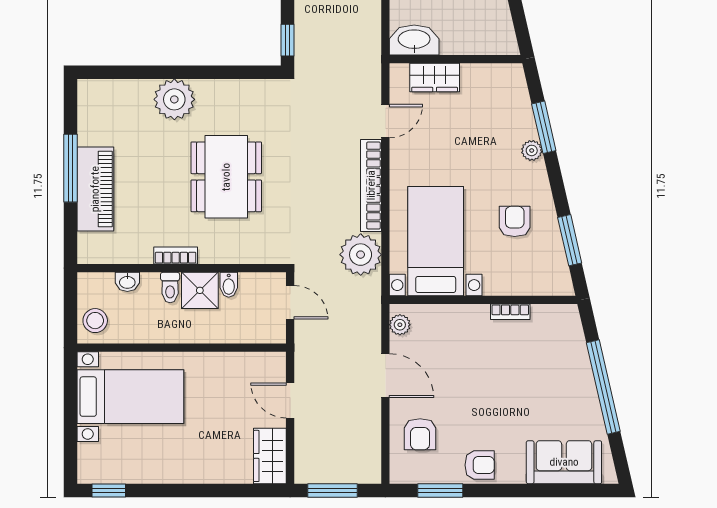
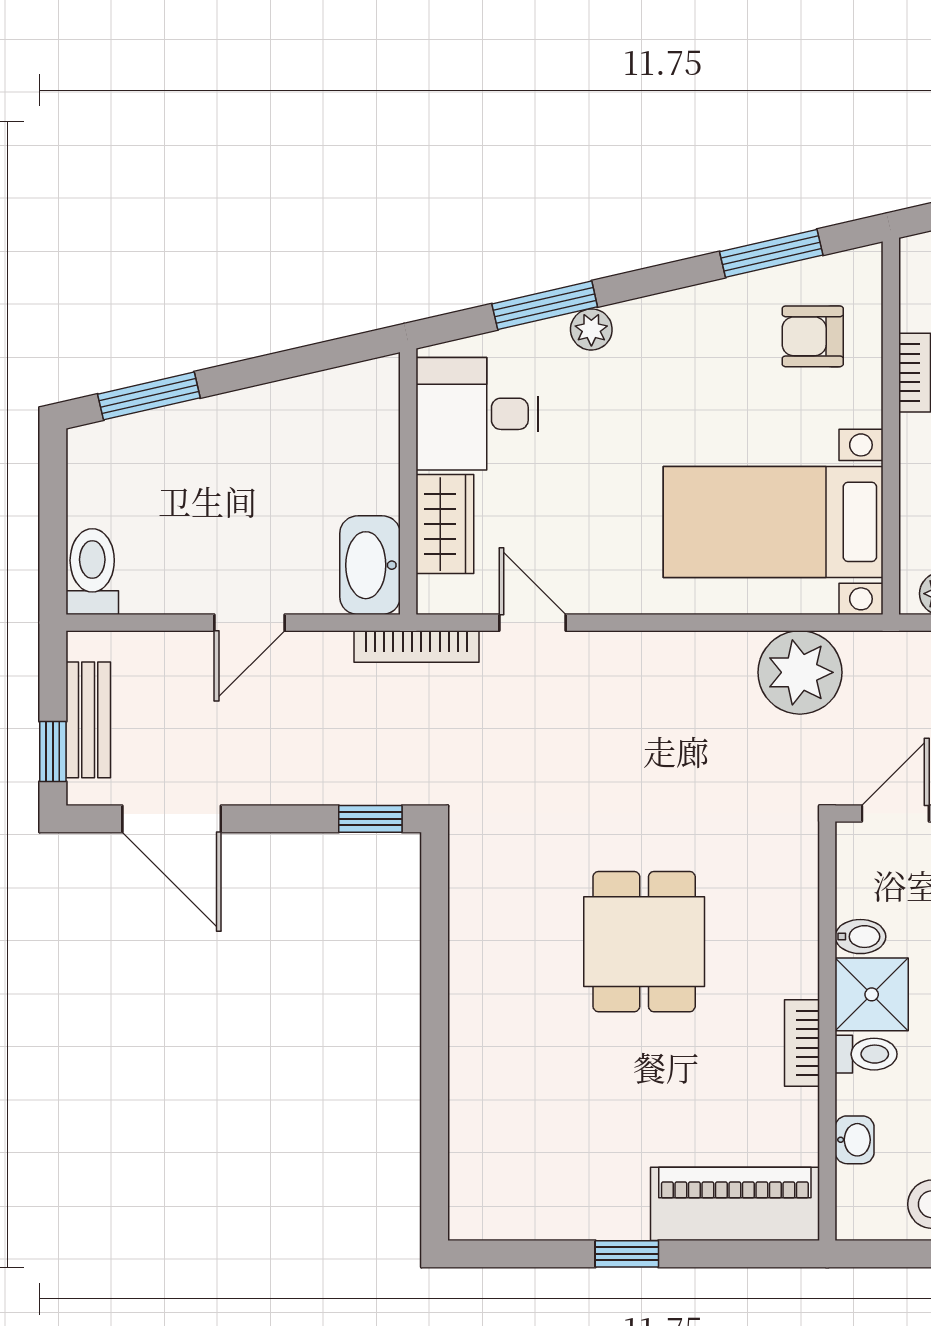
desk: (490, 93) -> (477, 414), added
plant: (174, 99) -> (489, 1046), removed
window: (70, 168) -> (627, 1254), width x0.46
dining table: (226, 177) -> (644, 942), width x0.73
bookcase: (371, 185) -> (416, 646), moved, width x0.68, depth x0.76
piano: (95, 189) -> (735, 1204), moved
armchair: (515, 221) -> (813, 336), moved

